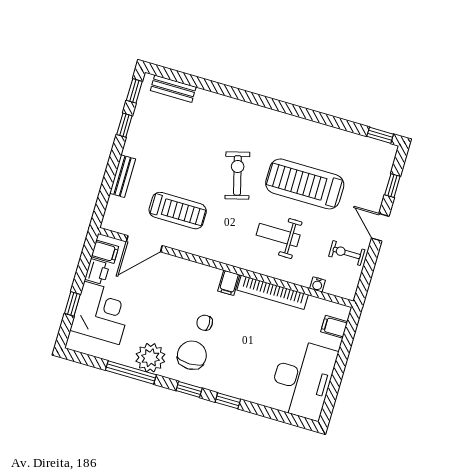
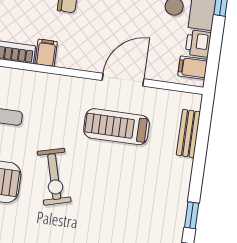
bench: (123, 176) -> (188, 133), moved
door: (144, 244) -> (123, 80), moved

